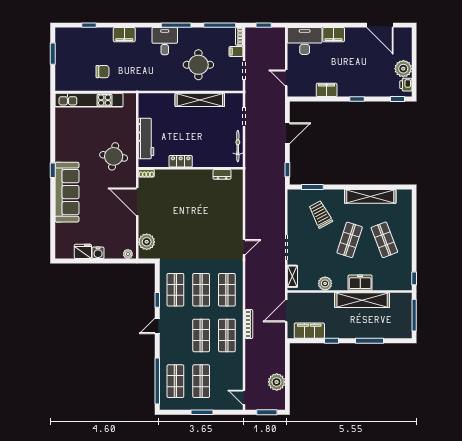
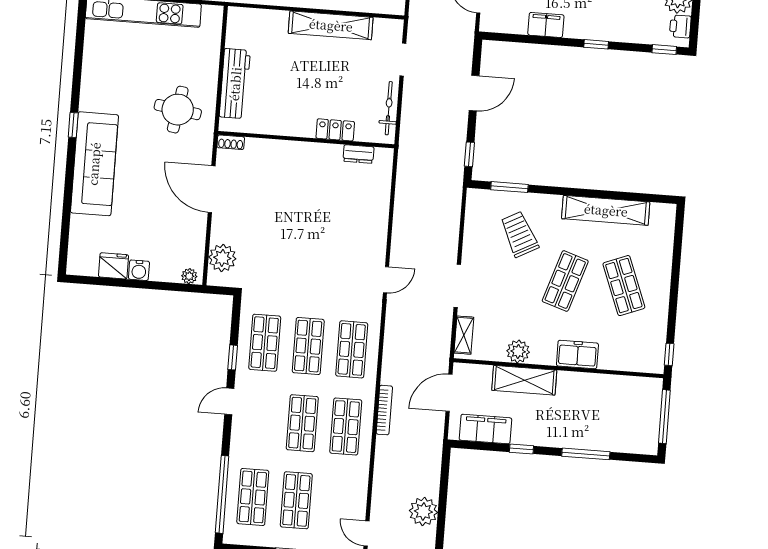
locker: (181, 161) -> (335, 130), moved
shelving: (362, 300) -> (524, 380), moved, width x0.68

